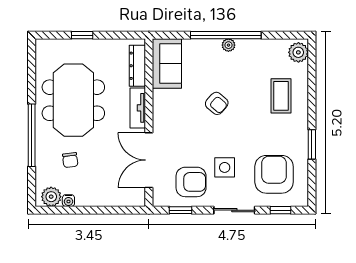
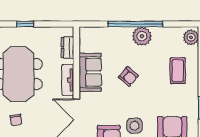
plant: (228, 45) -> (142, 36), width x1.87, depth x1.87
sofa: (167, 63) -> (90, 72), moved
dresser: (137, 66) -> (68, 48), width x0.70

